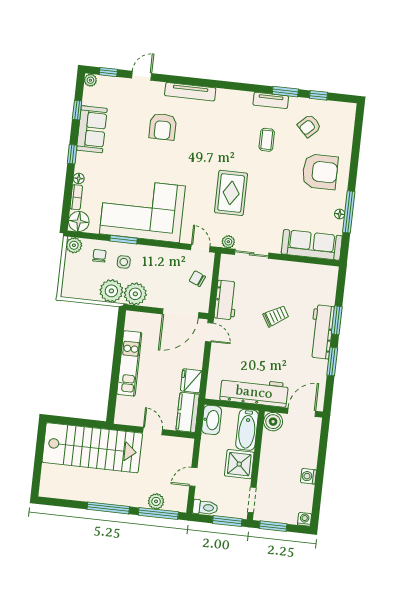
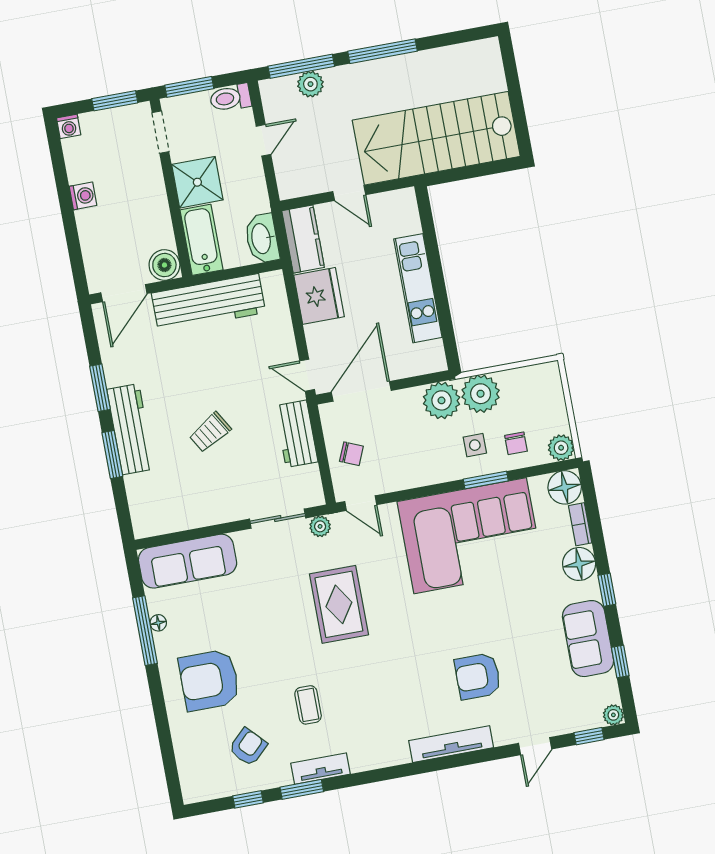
armchair: (163, 127) -> (478, 676), turned -90
floor lamp: (79, 178) -> (579, 564), width x1.89, depth x1.89
fridge: (191, 381) -> (319, 296), width x1.36, depth x1.34

